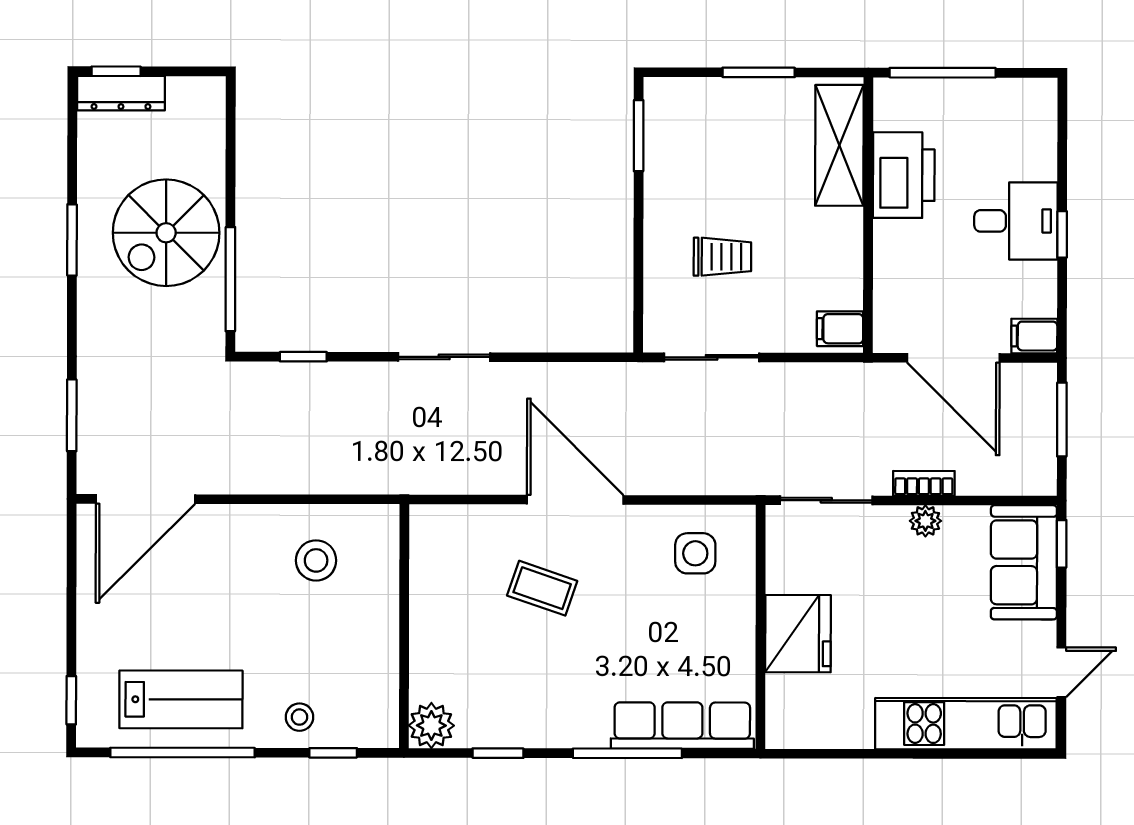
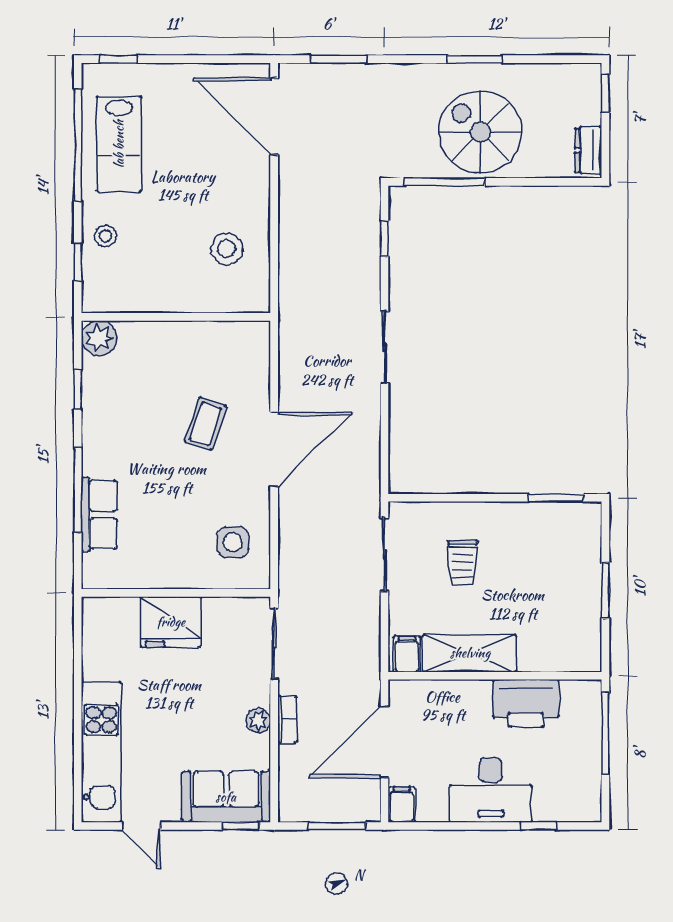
dresser: (121, 93) -> (588, 150), moved, width x0.70
shelving: (839, 145) -> (470, 653), moved
desk: (1016, 221) -> (491, 790), width x1.37
window: (1062, 234) -> (539, 826), moved
row of seats: (682, 726) -> (99, 515), width x0.68

